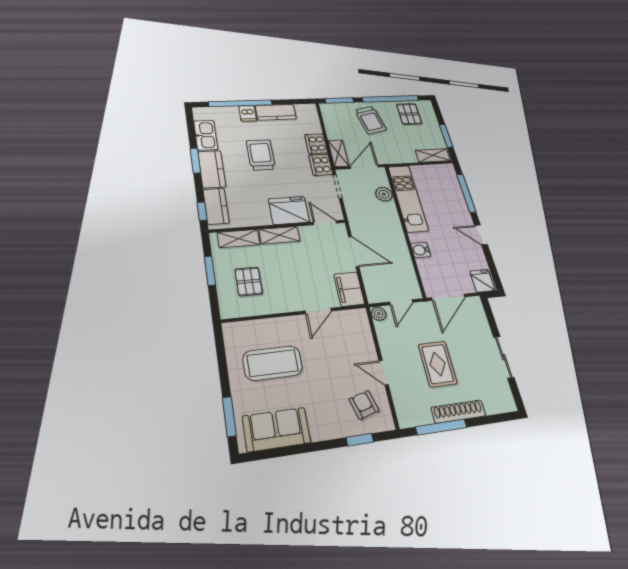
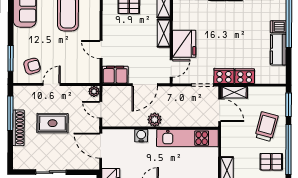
trolley: (370, 120) -> (266, 127), turned 118
trolley: (261, 155) -> (237, 31), removed
plant: (384, 194) -> (155, 120), moved
window: (360, 440) -> (11, 58), width x1.50

